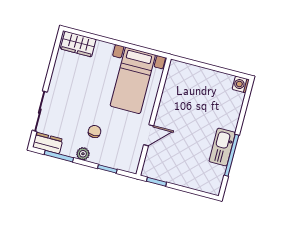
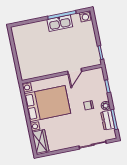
bed with nightstands: (133, 80) -> (47, 104), width x1.36
washing machine: (241, 84) -> (85, 16), moved
door: (149, 135) -> (75, 71), swing flipped
dresser: (48, 143) -> (108, 120), moved

